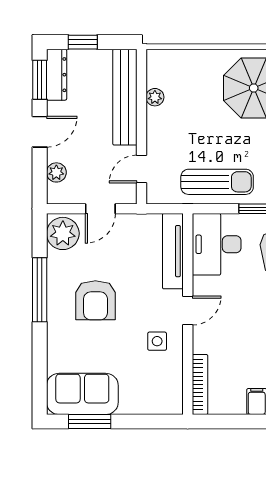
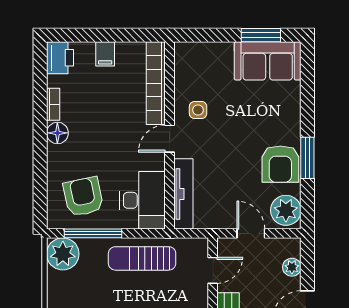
door: (100, 209) -> (251, 233), hinge flipped
window: (40, 290) -> (307, 158), width x0.69
armchair: (95, 300) -> (280, 164), moved, turned 180
bookcase: (200, 385) -> (156, 83), width x1.48, depth x1.31

